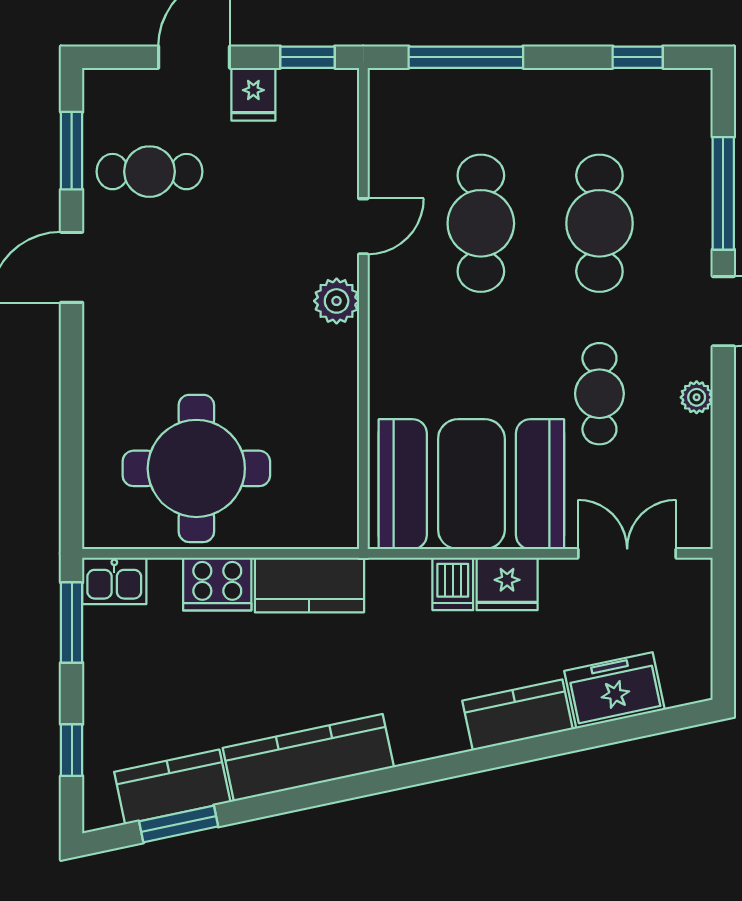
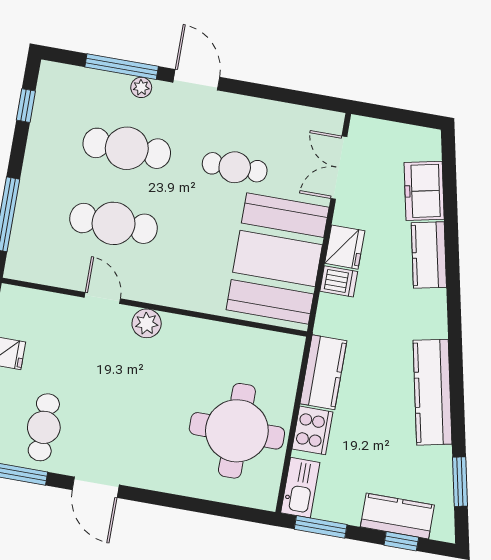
plant: (697, 397) -> (141, 87), moved
kitchen sink: (114, 581) -> (300, 488), width x1.38
kitchen counter: (172, 787) -> (397, 516), moved, turned 102

